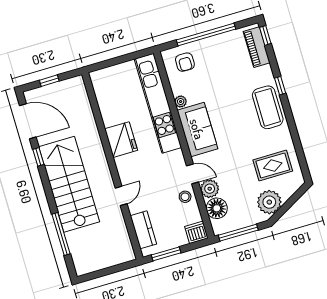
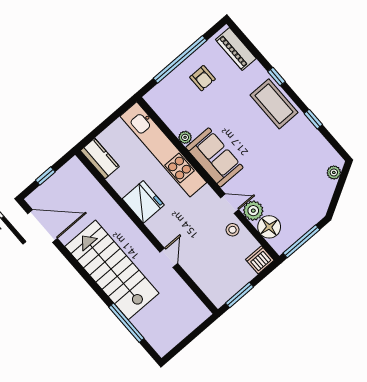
window: (265, 35) -> (313, 119), moved
armchair: (185, 62) -> (202, 78), moved
window: (38, 157) -> (69, 257), removed
rug: (273, 166) -> (305, 159), removed
plant: (269, 202) -> (334, 172), moved, width x0.53, depth x0.53
kitchen counter: (143, 230) -> (100, 158), moved

